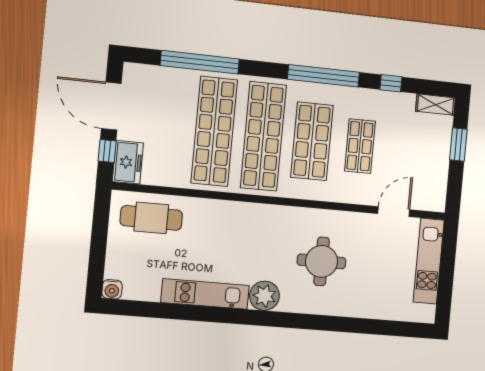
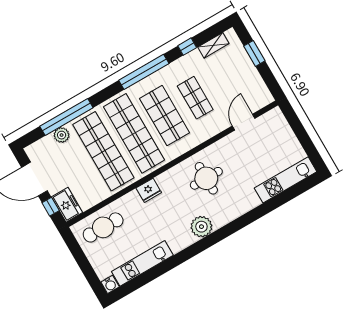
plant: (179, 79) -> (62, 135), added
shelving: (436, 105) -> (213, 45), moved
fridge: (234, 213) -> (149, 190), added
round table: (322, 261) -> (206, 178), moved
kitchen unit: (429, 261) -> (286, 180), moved, turned 90
kitchen unit: (205, 294) -> (142, 263), moved

